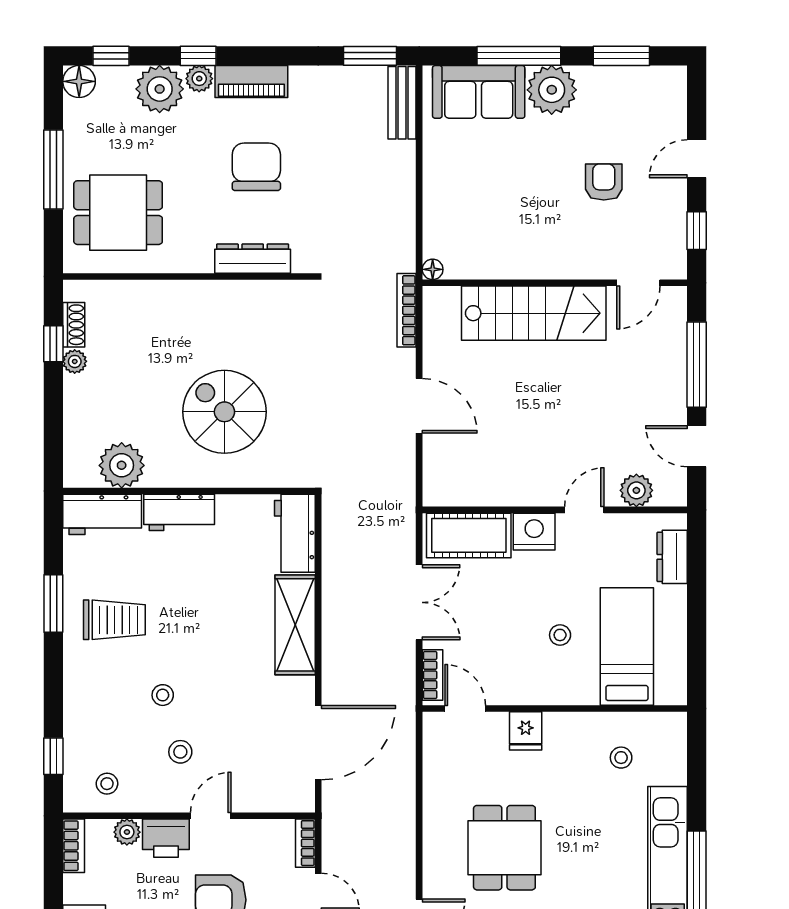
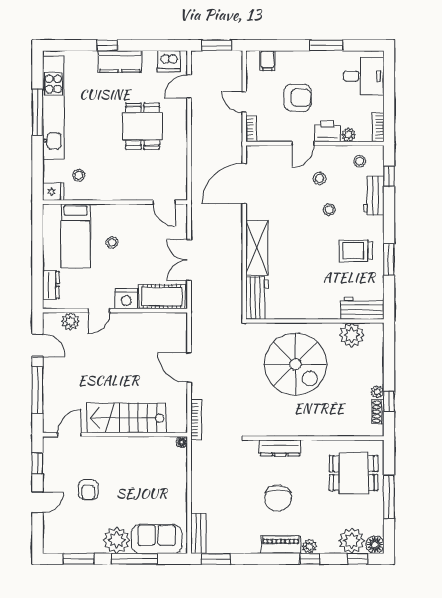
plant: (160, 89) -> (352, 541), moved
spiral stairs: (224, 412) -> (295, 364), width x1.37, depth x1.37
workbench: (179, 512) -> (374, 195), moved, turned -90
bookcase: (432, 675) -> (182, 220), removed
fridge: (526, 731) -> (53, 192), moved, turned 90

